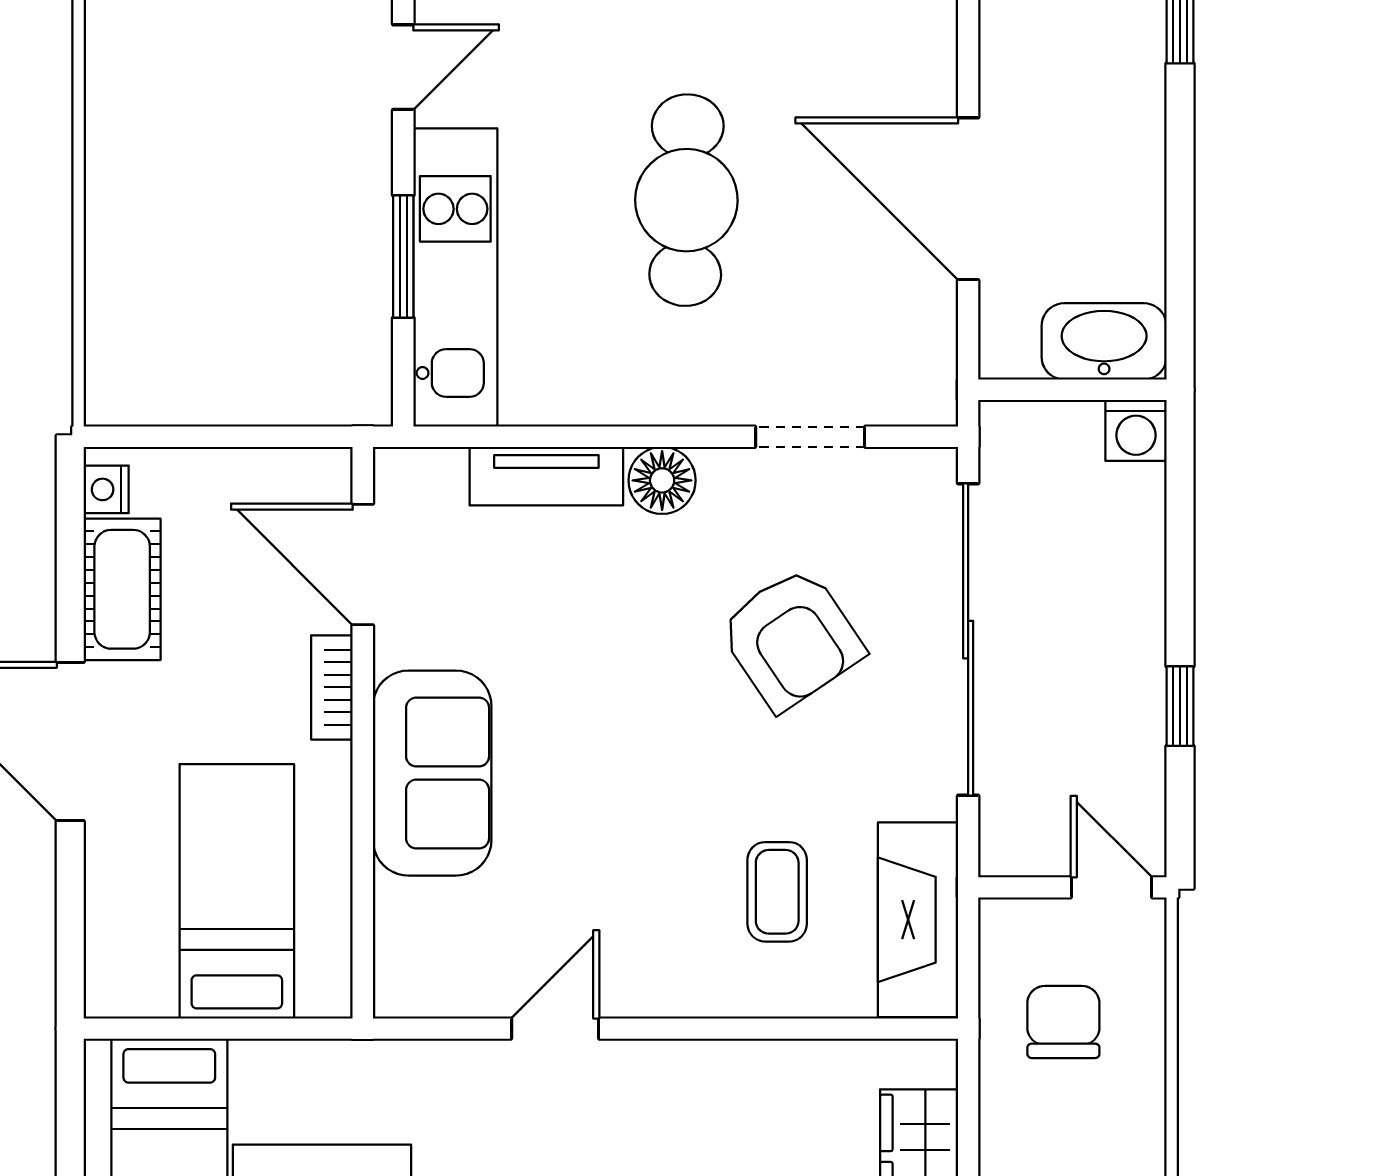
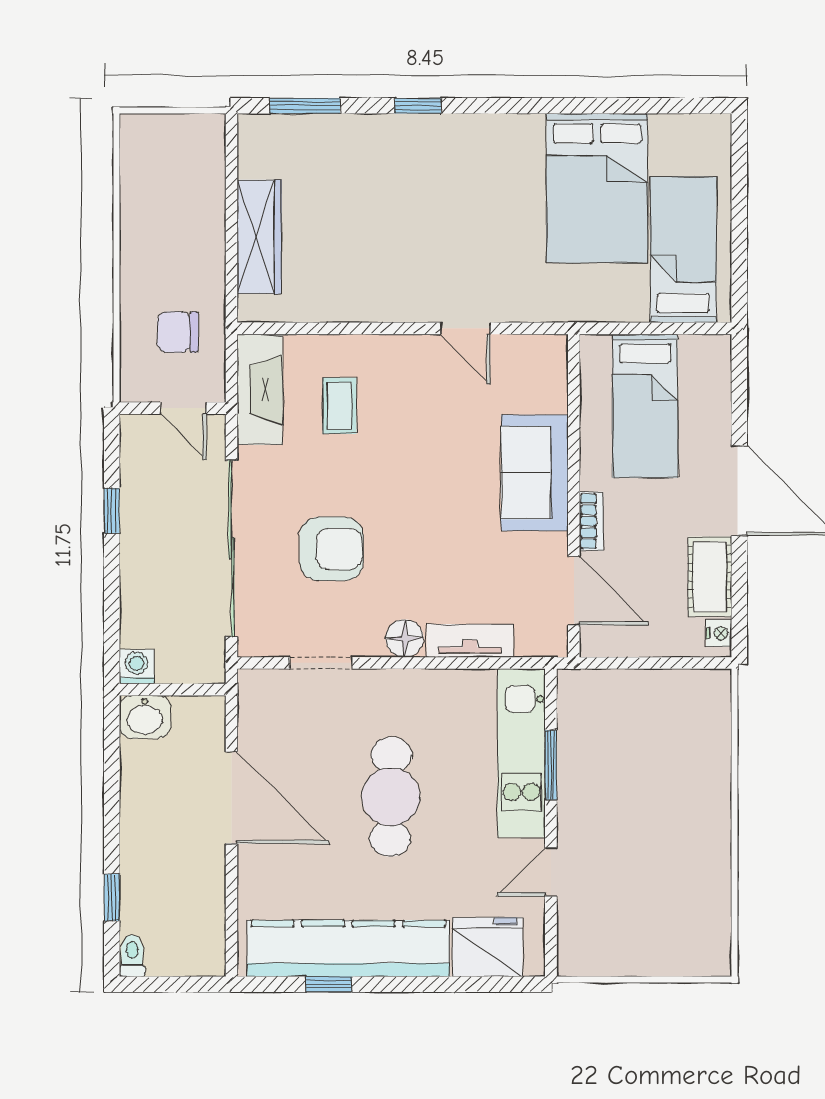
washbasin: (1104, 341) -> (145, 717), width x0.72
armchair: (791, 639) -> (331, 549), turned 124
door: (1111, 887) -> (183, 408), moved
chair: (1063, 1022) -> (178, 332), turned 90
door: (555, 1029) -> (465, 328), hinge flipped

